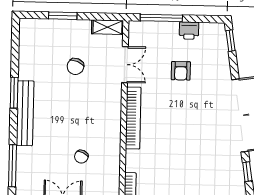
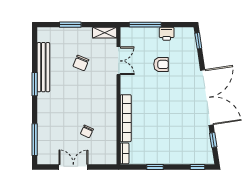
armchair: (181, 71) -> (161, 64), turned -90
bench: (25, 113) -> (43, 67), moved
bookcase: (133, 118) -> (126, 118), moved

